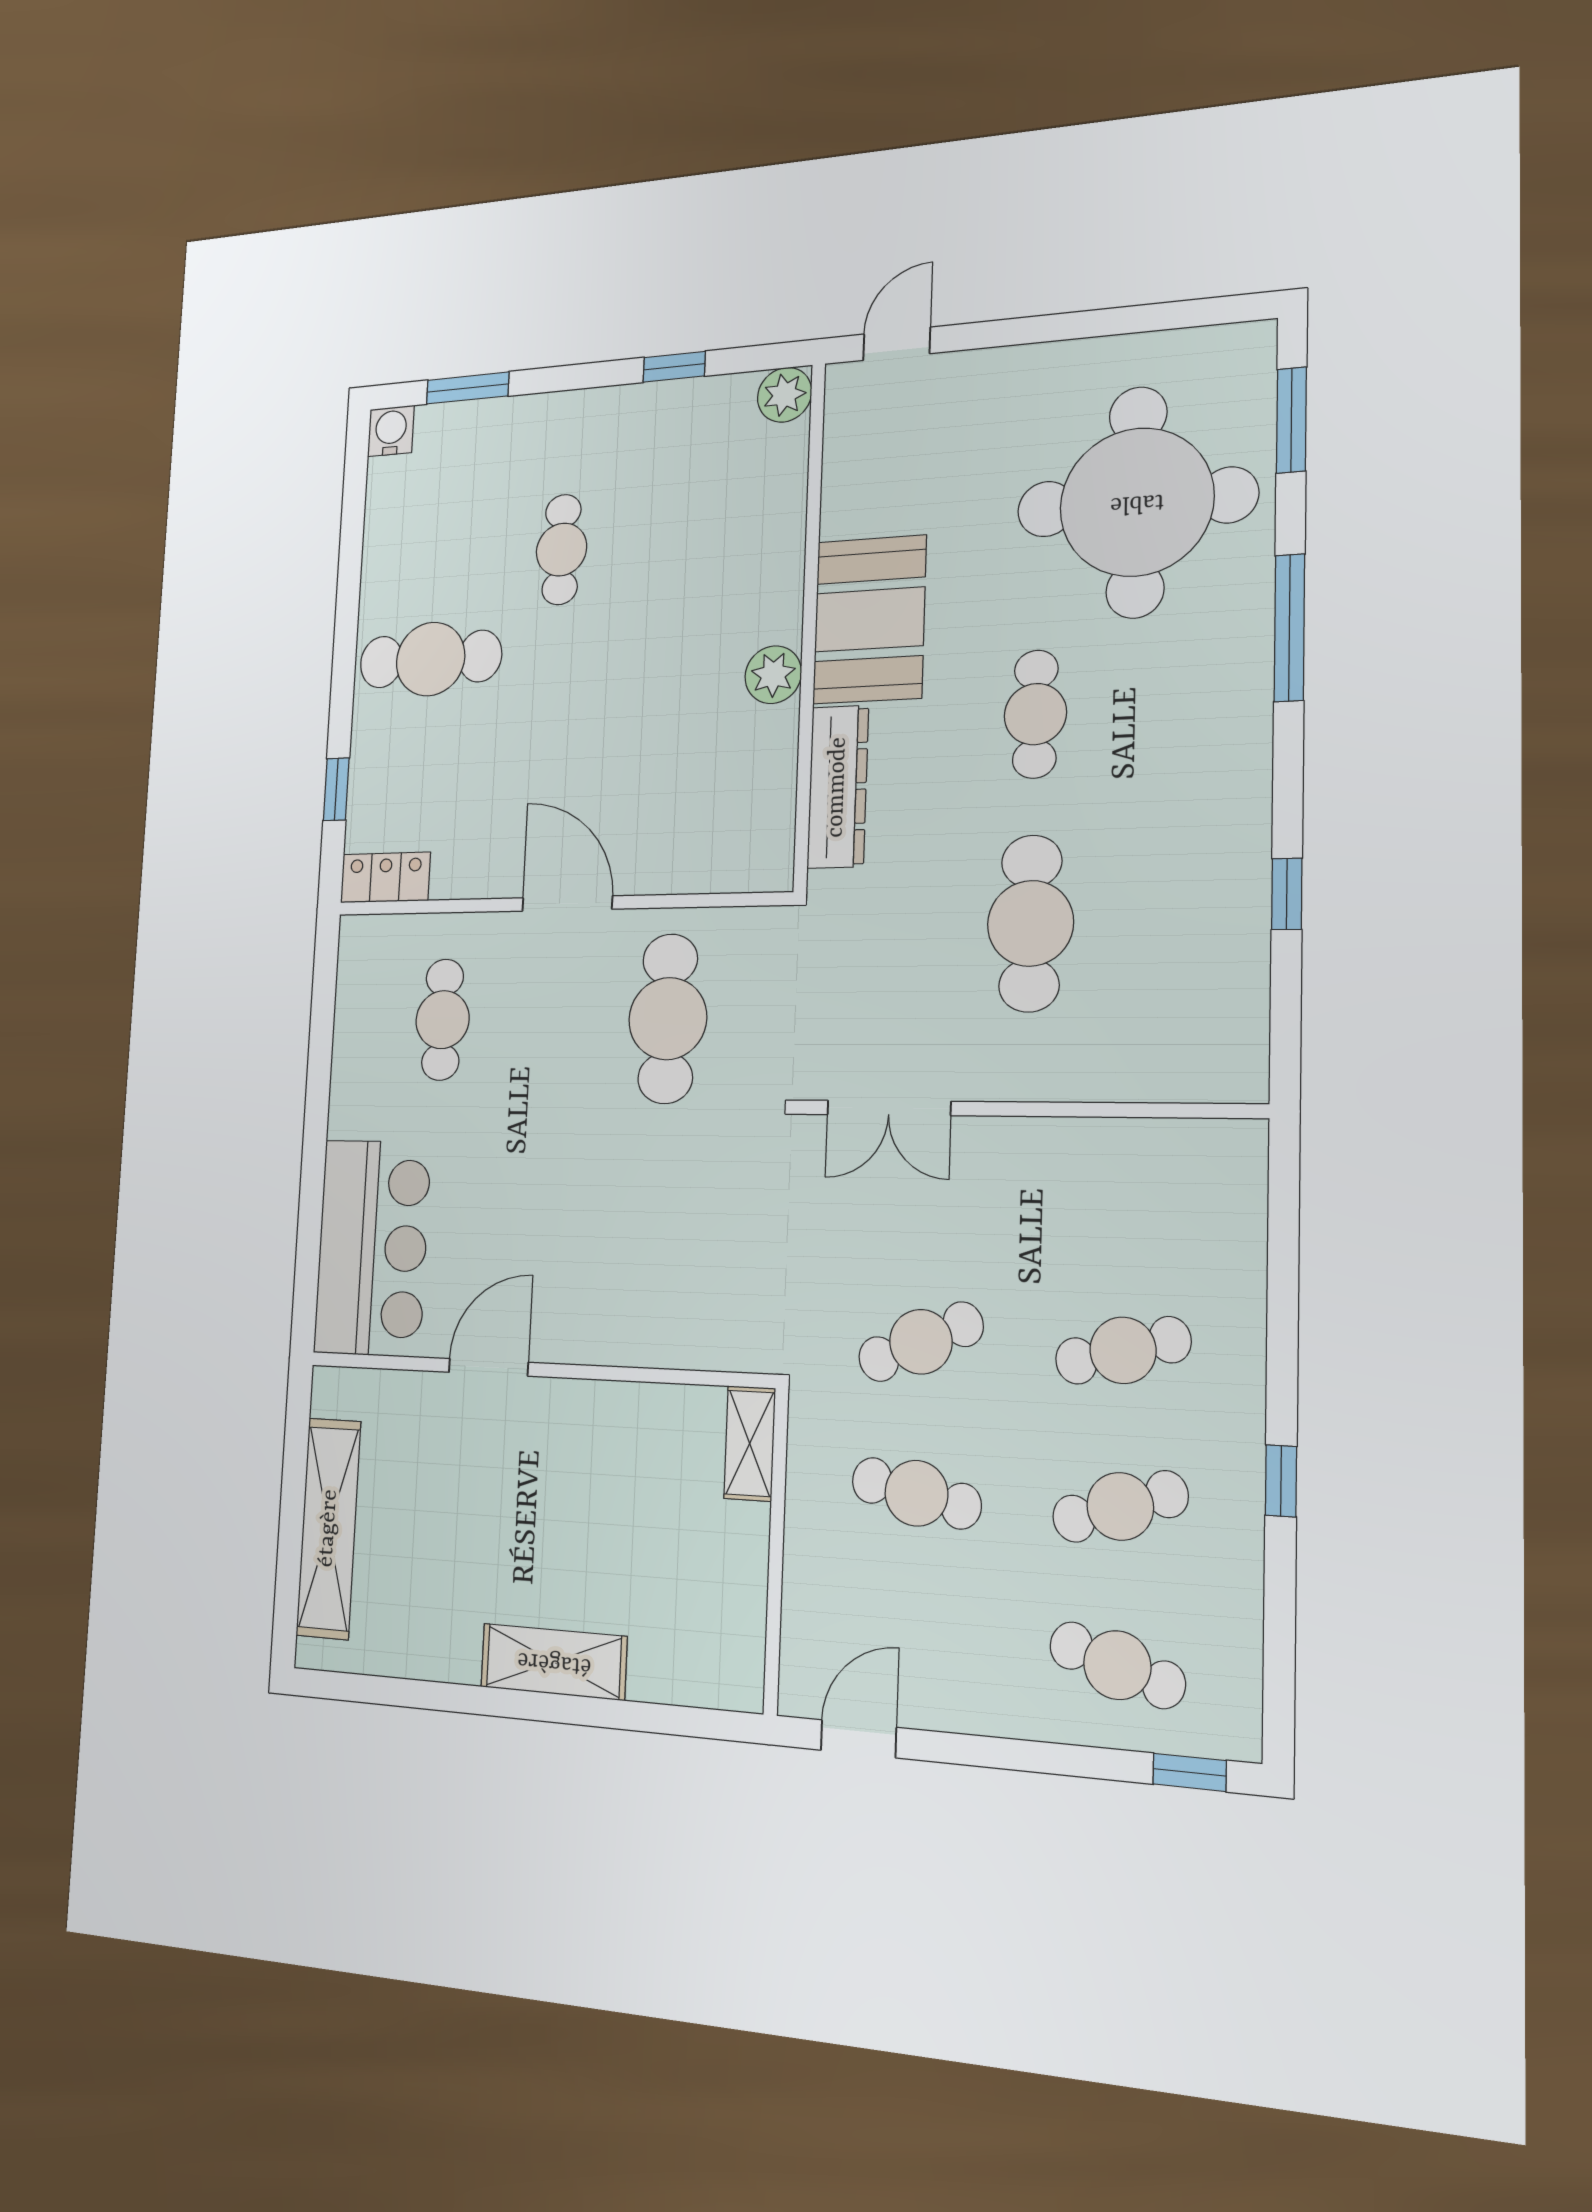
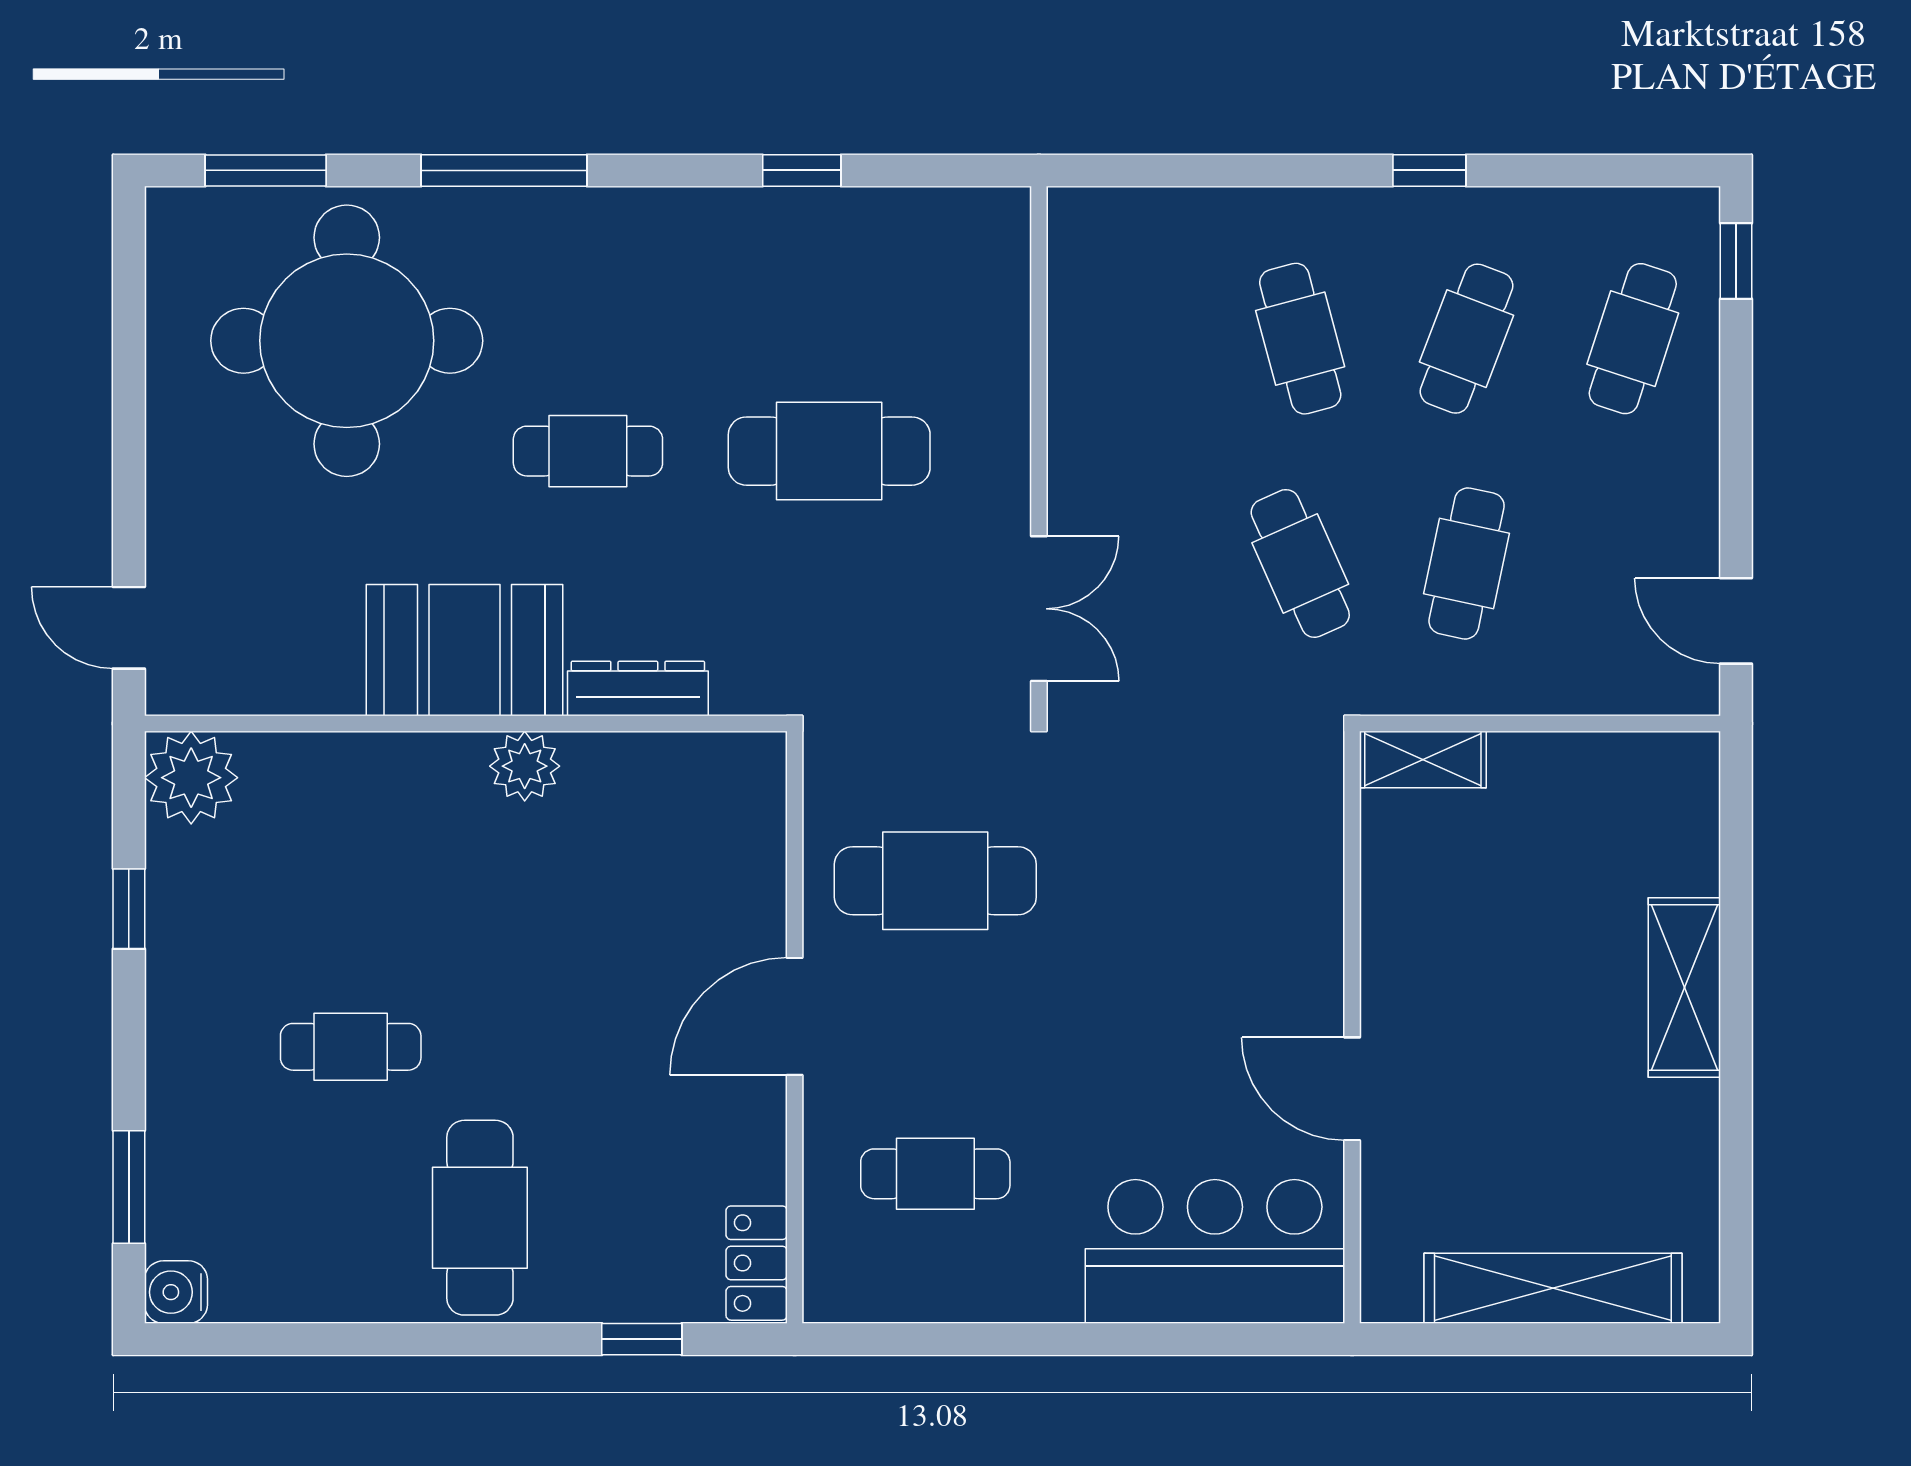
plant: (785, 395) -> (191, 778), width x1.36, depth x1.36
dresser: (838, 787) -> (638, 688), width x0.73, depth x0.80
cafe table: (1120, 1506) -> (1467, 339), turned 39

